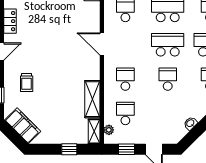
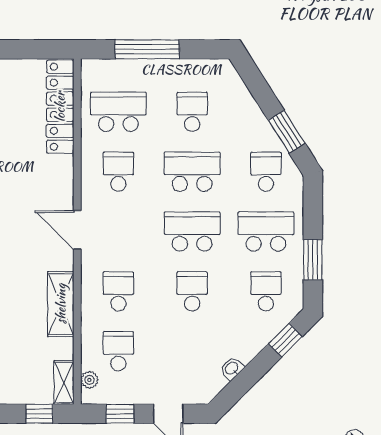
shelving: (92, 99) -> (61, 304), moved
window: (69, 149) -> (39, 414), moved

